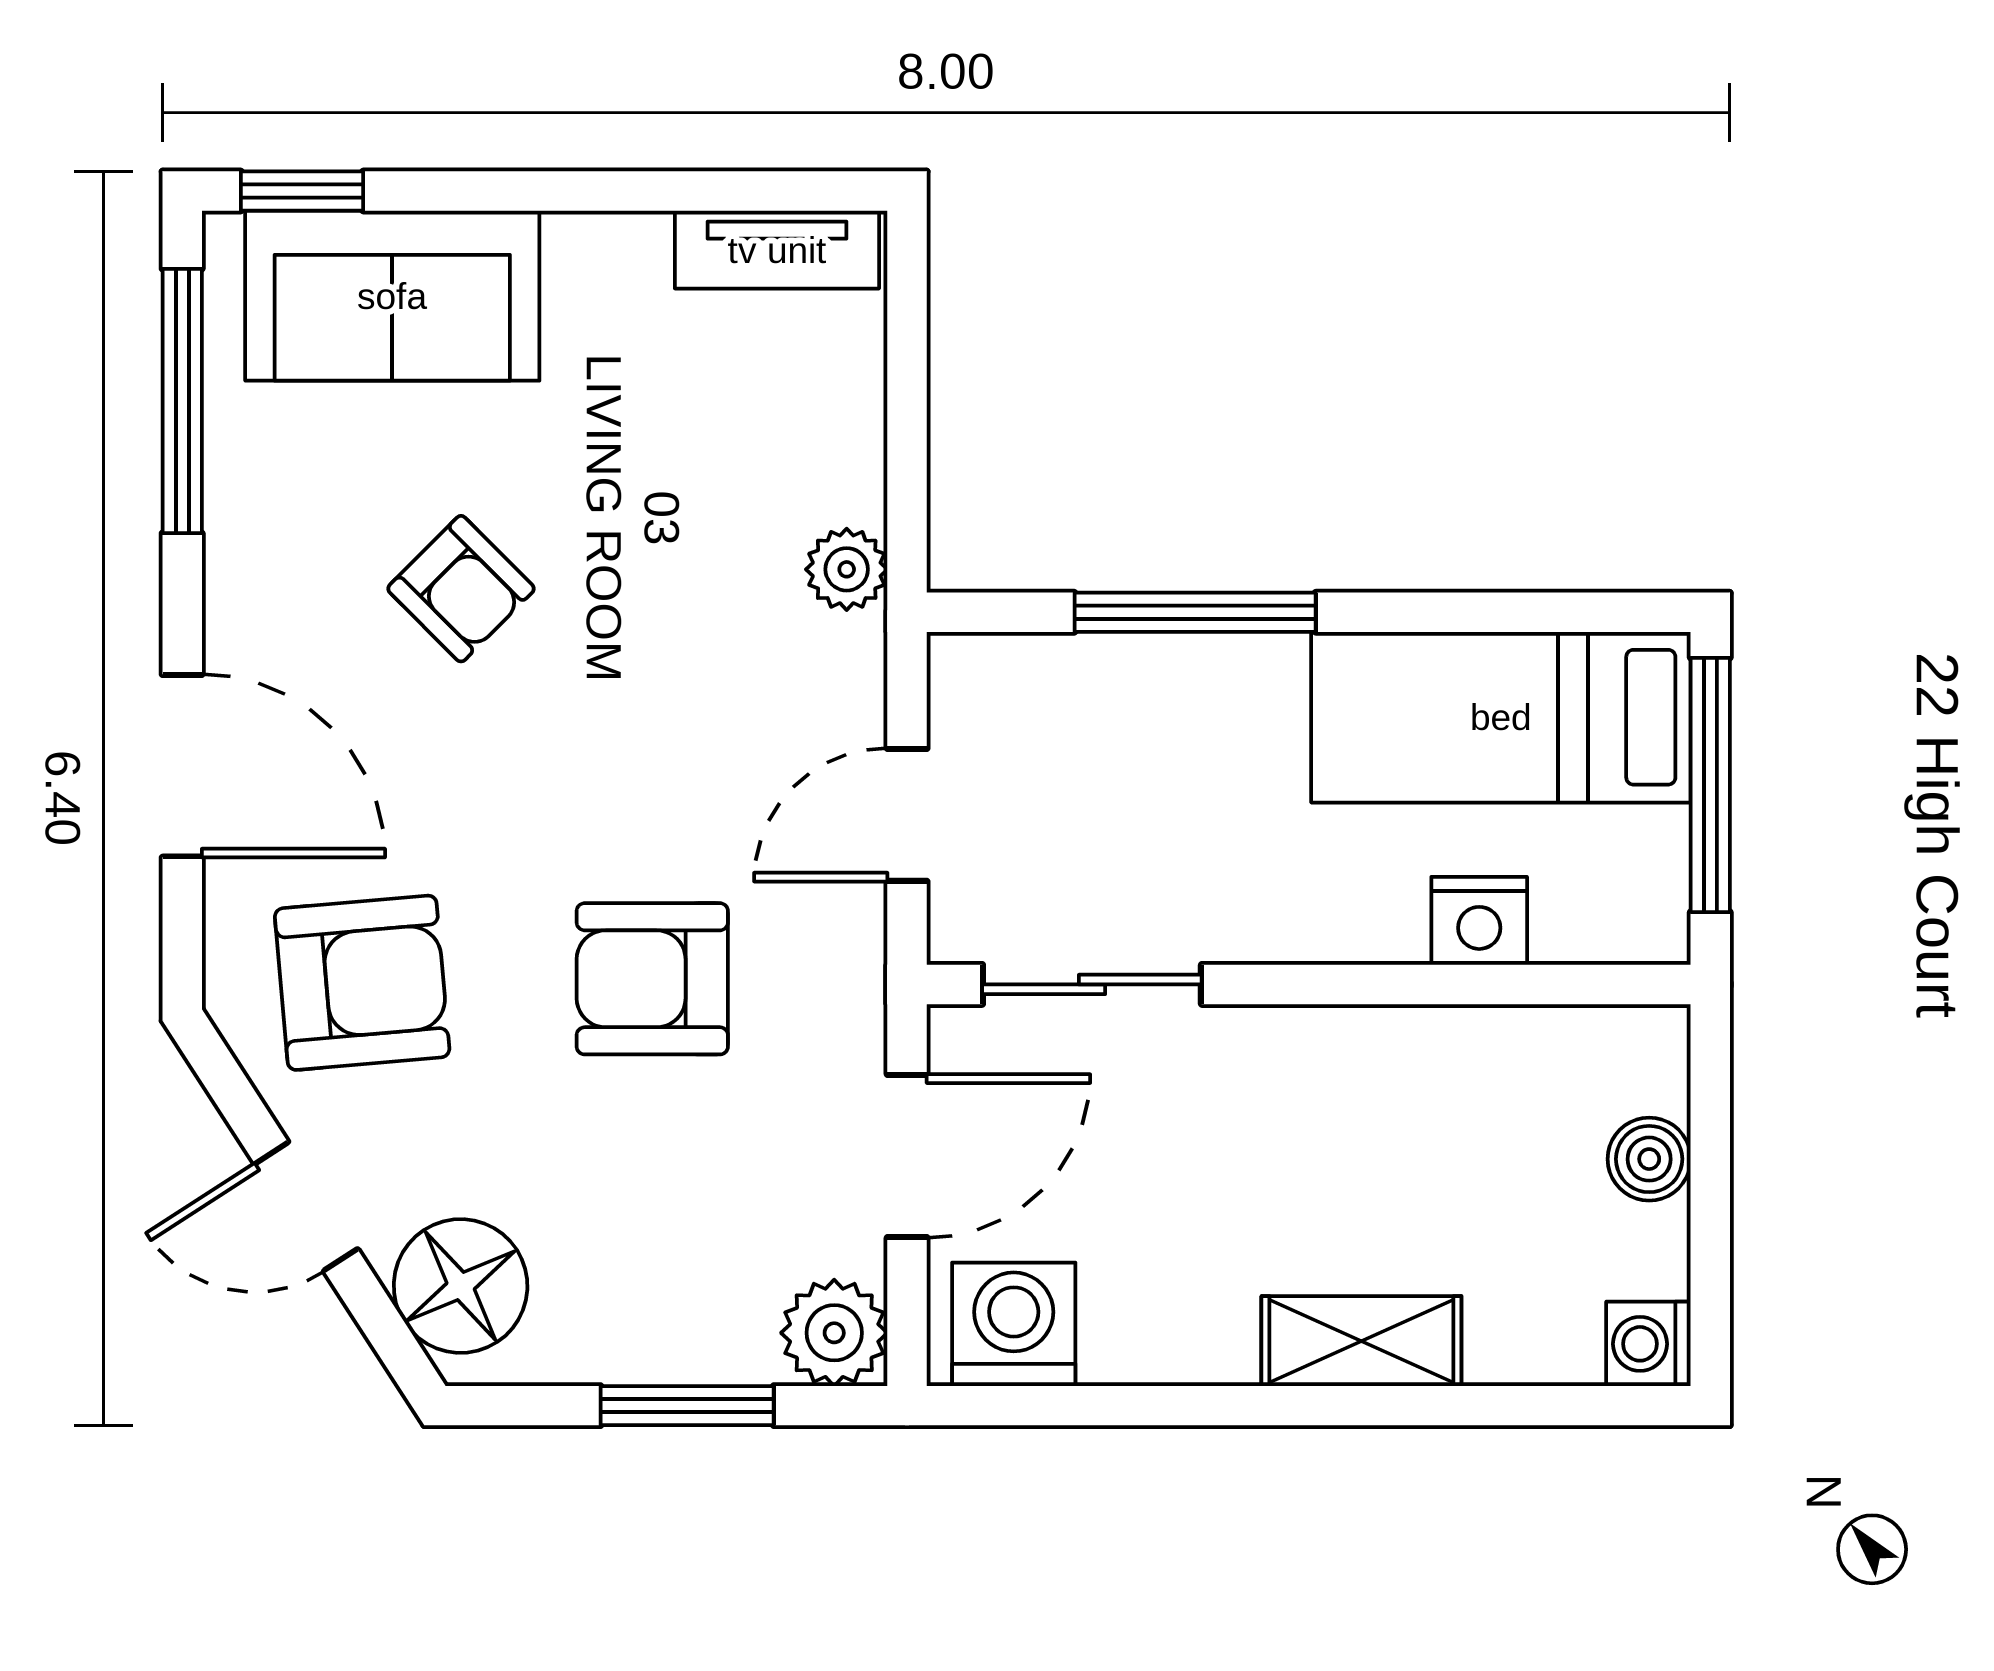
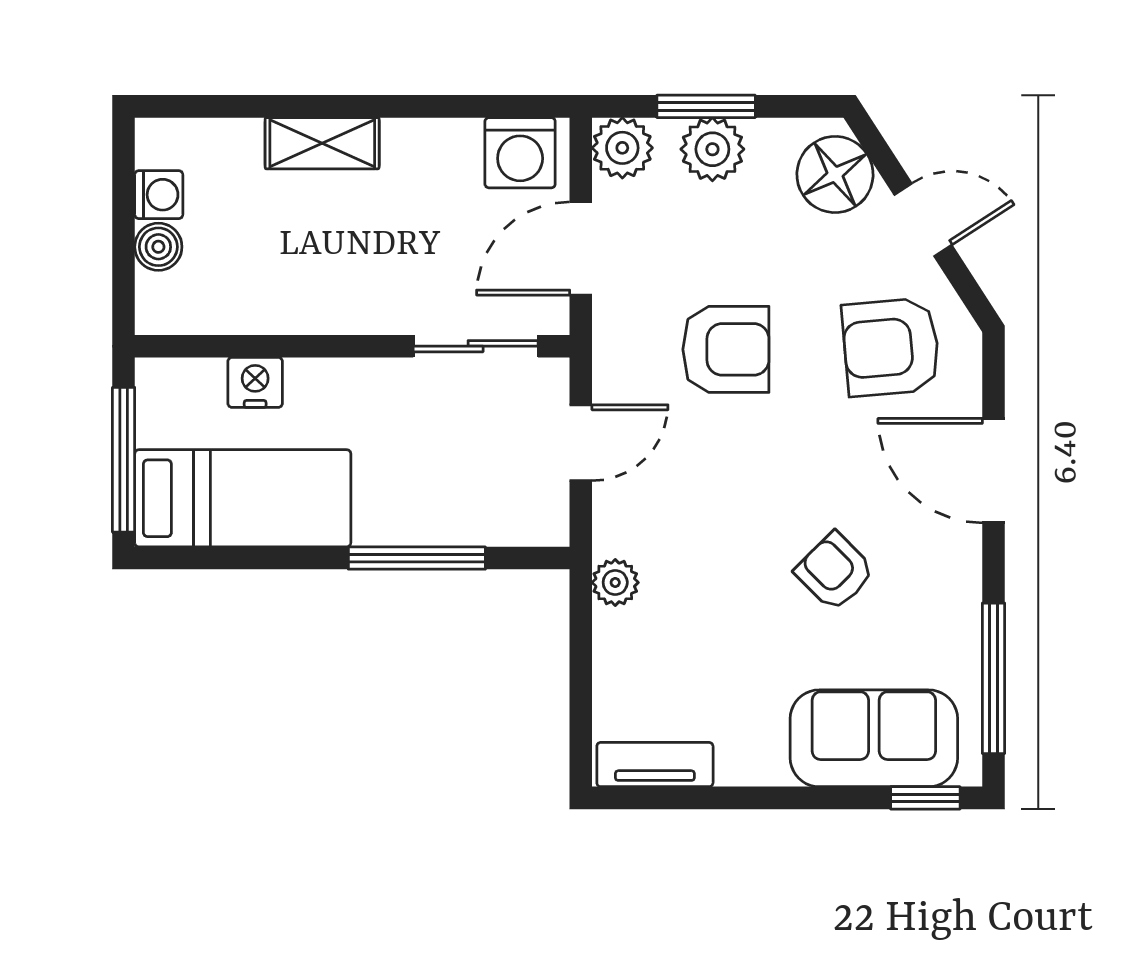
plant: (676, 1330) -> (712, 149), added
washing machine: (1648, 1344) -> (159, 195), moved

